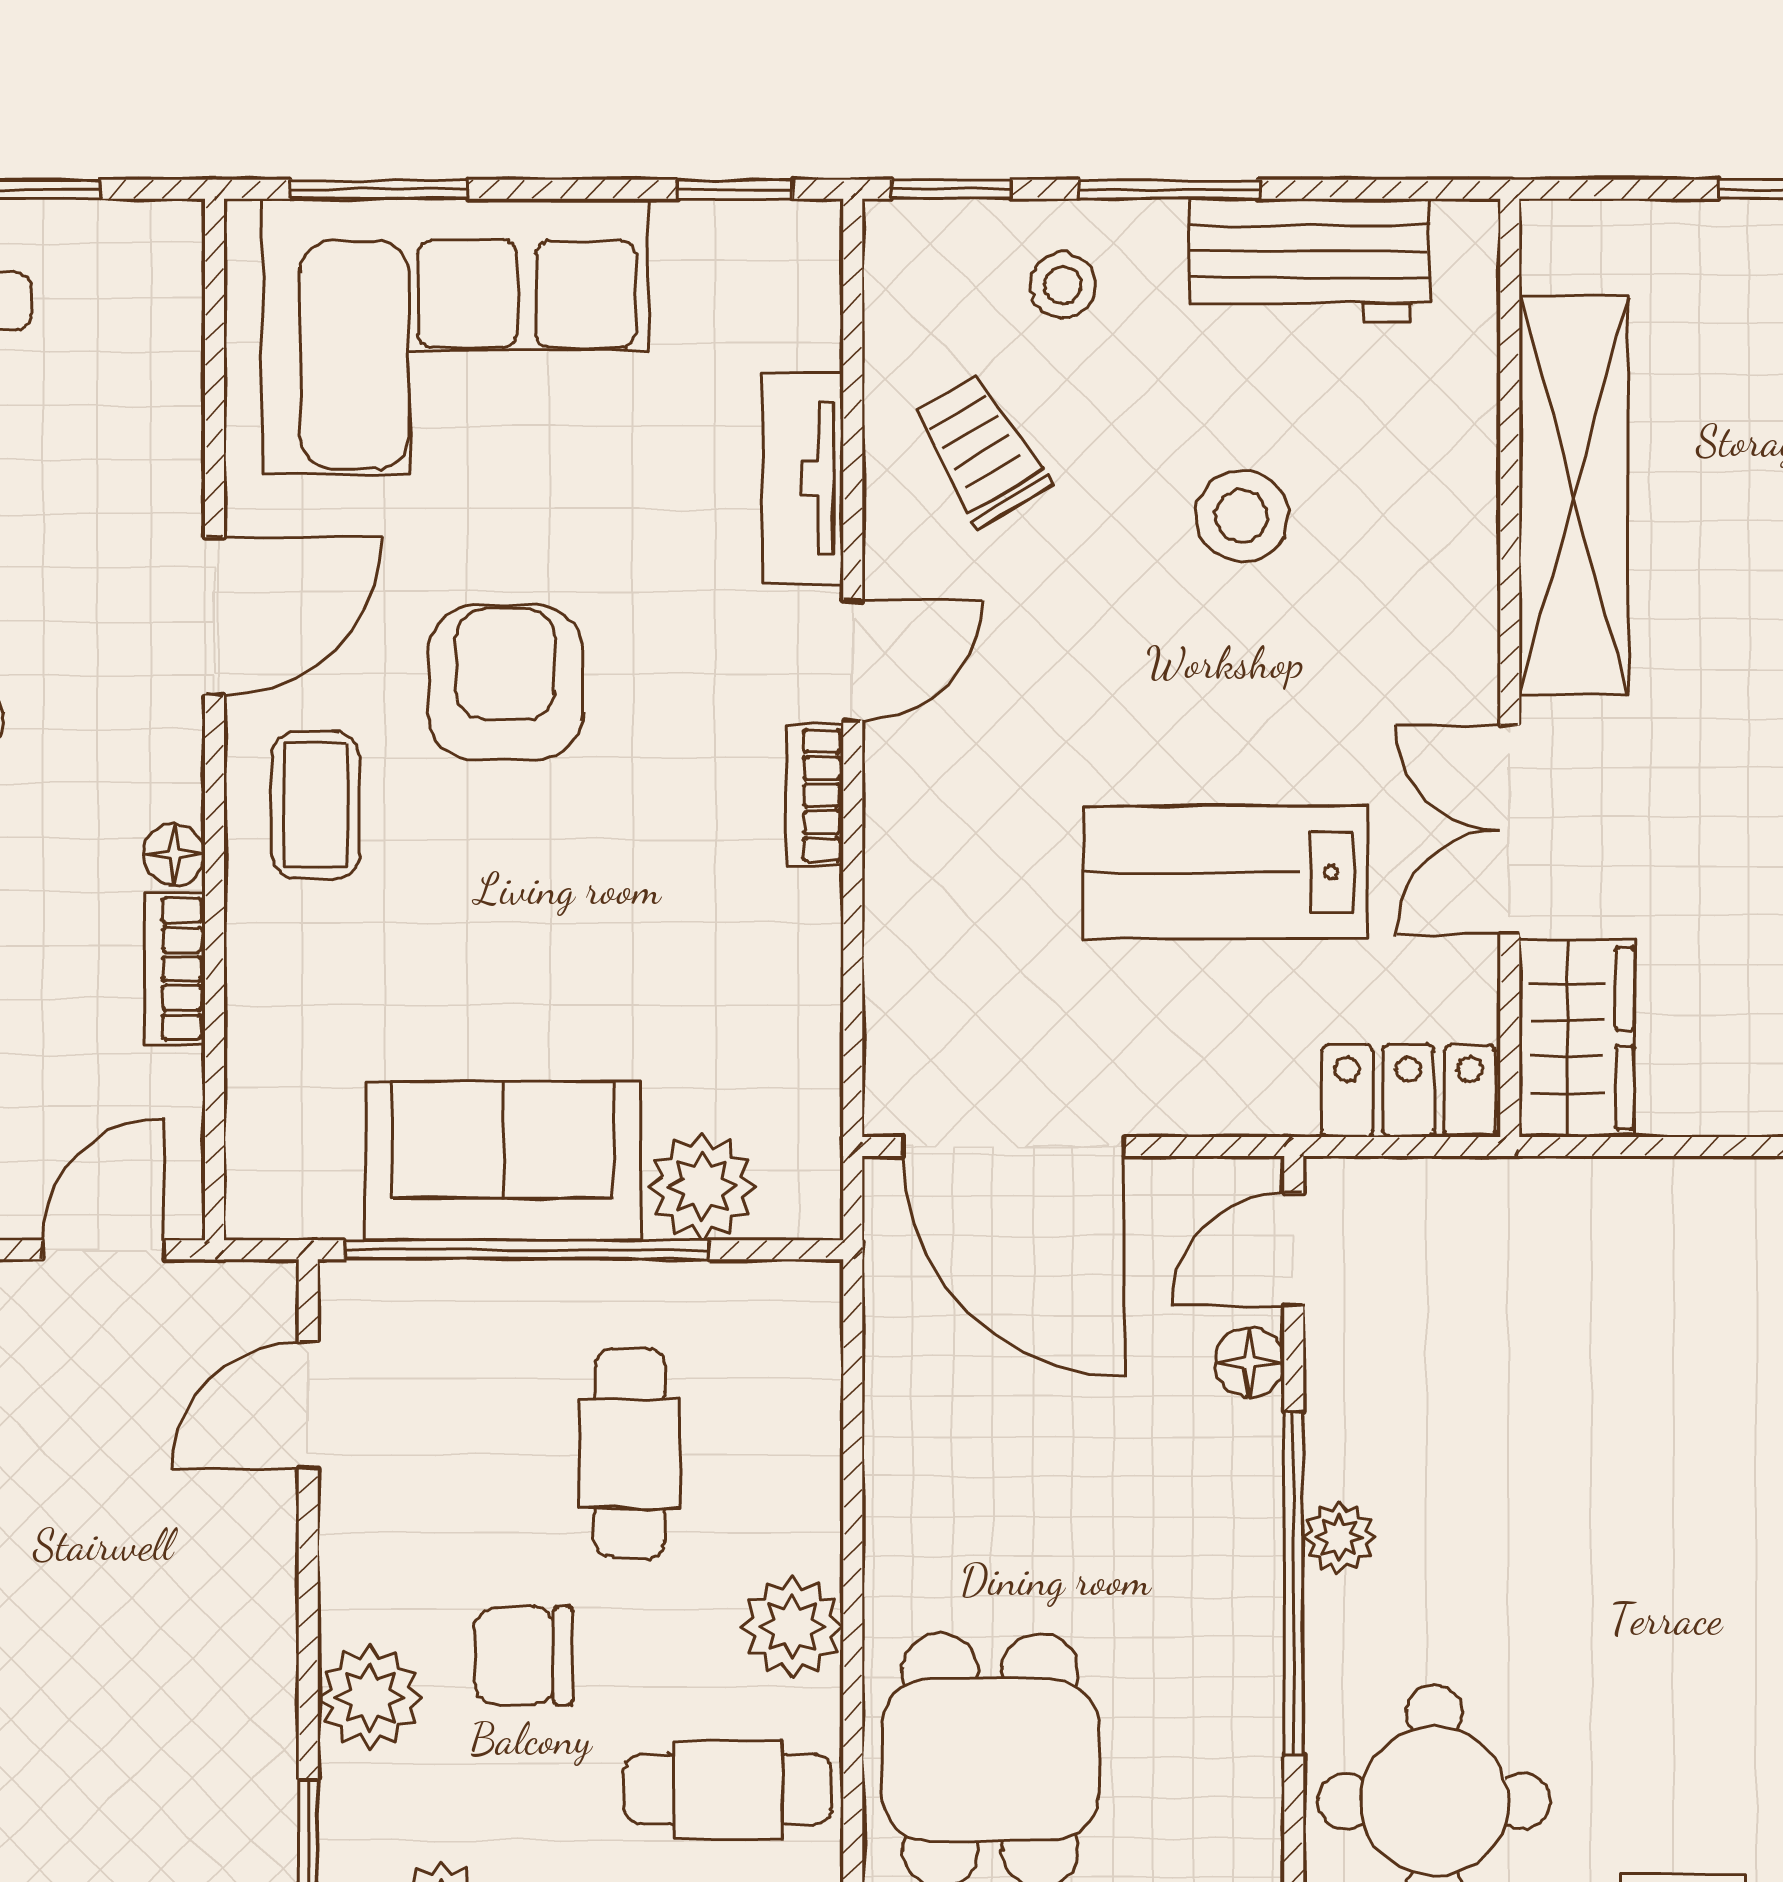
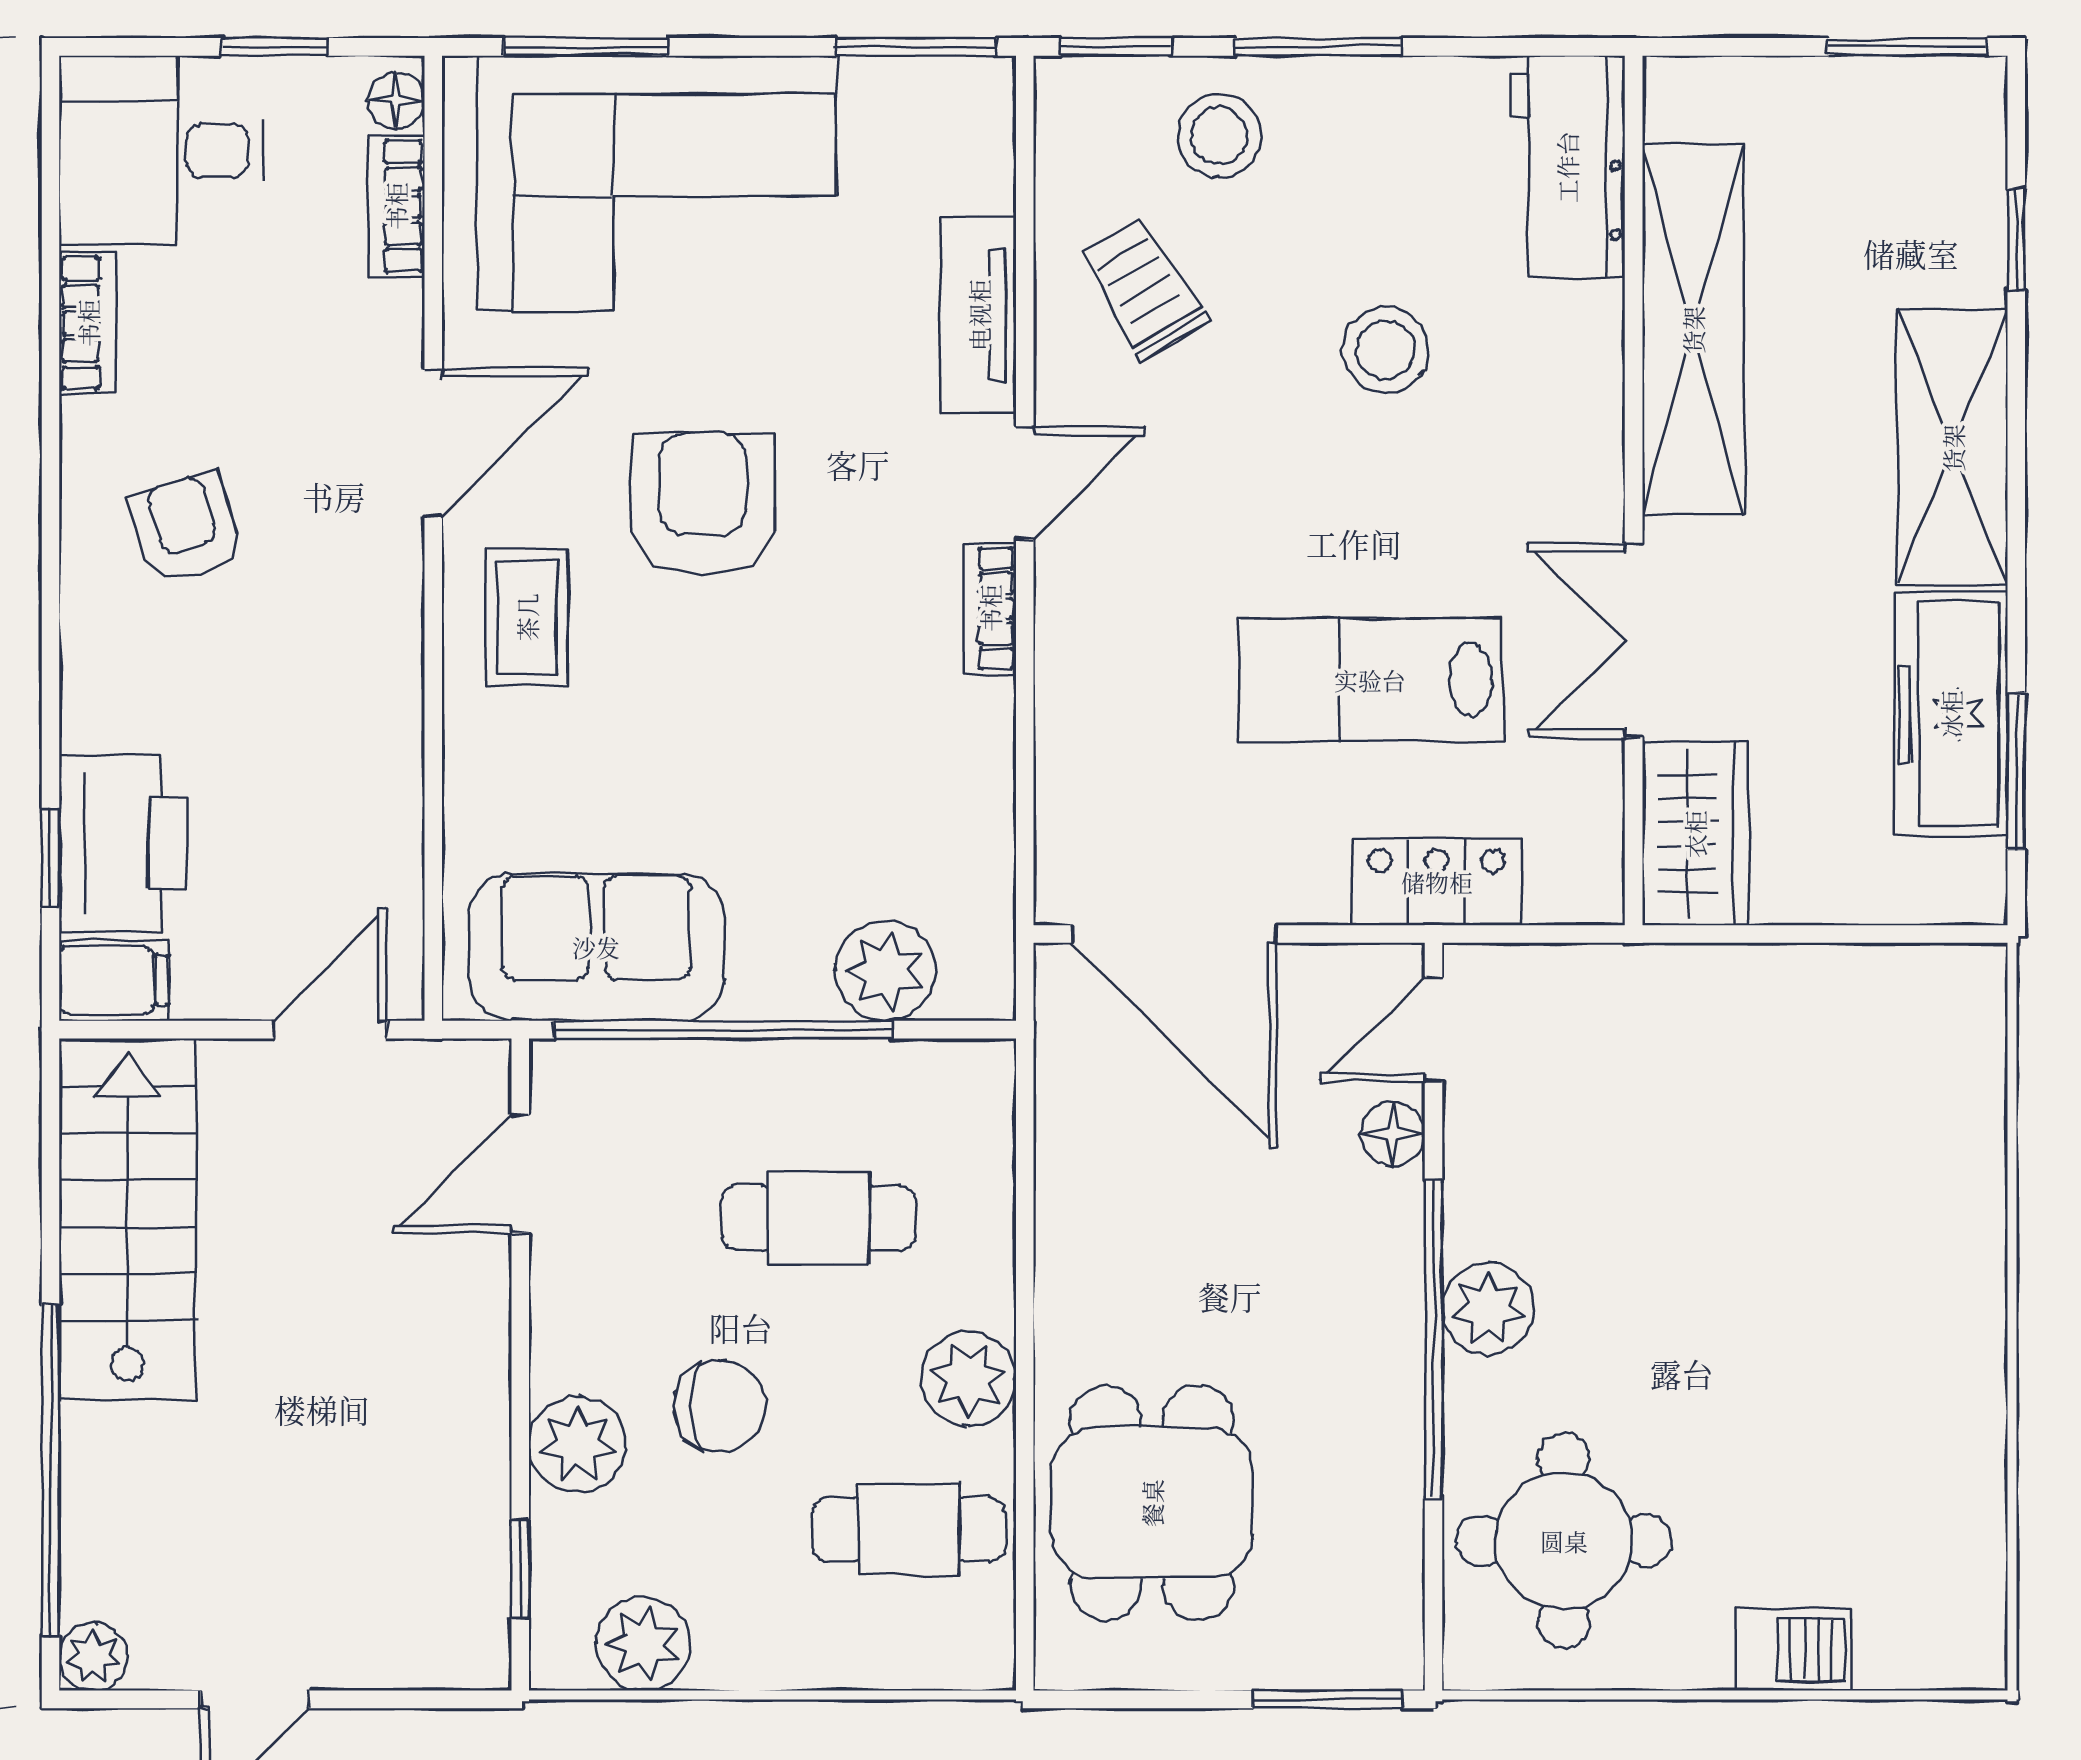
window: (735, 189) -> (916, 47), width x1.50
workbench: (1310, 261) -> (1567, 167), moved, turned 90
stool: (1063, 285) -> (1219, 136), width x1.37, depth x1.37
floor lamp: (174, 854) -> (396, 100), moved
bookcase: (175, 969) -> (396, 206), moved
locker: (1408, 1091) -> (1437, 882), moved
sofa: (503, 1161) -> (596, 947), moved
cafe table: (630, 1453) -> (818, 1218), turned 90
plant: (1339, 1538) -> (1488, 1309), width x1.38, depth x1.38
chair: (523, 1656) -> (720, 1406), turned 180

